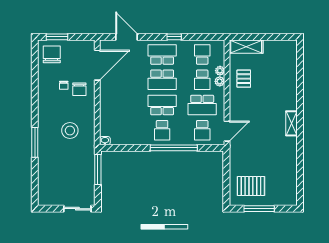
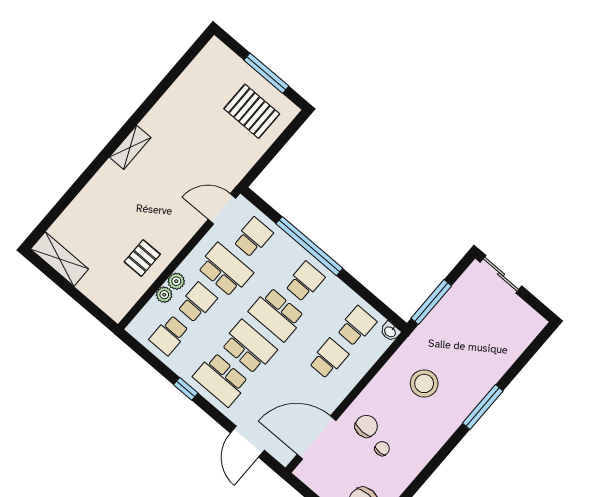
shelving: (246, 47) -> (60, 259), moved
school desk: (122, 105) -> (329, 359), added
school desk: (122, 130) -> (357, 326), added

